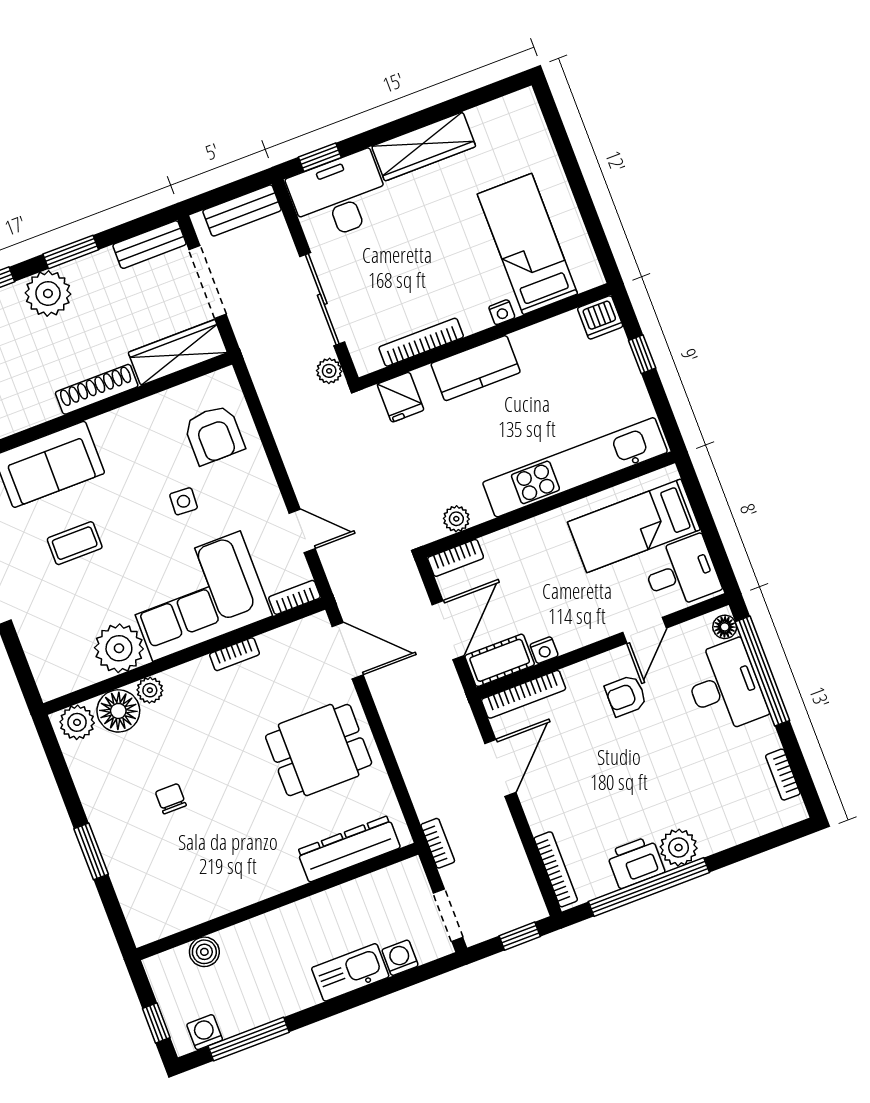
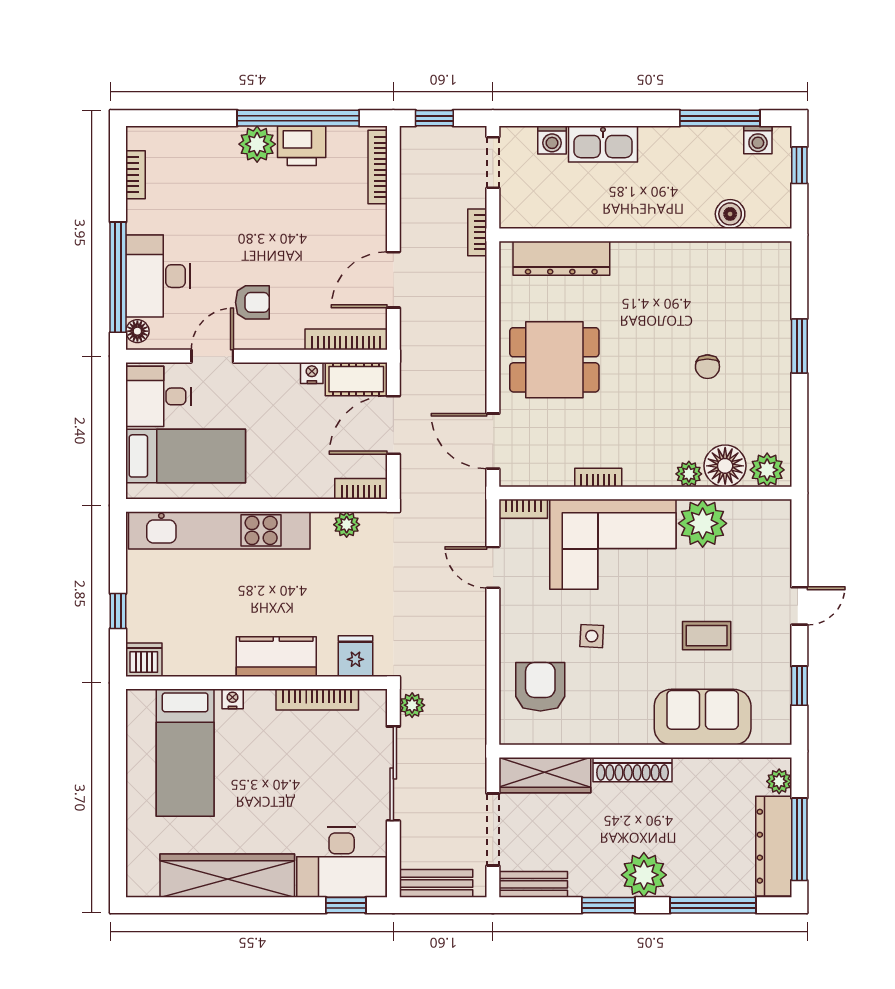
wardrobe: (424, 146) -> (227, 876), width x1.40, depth x1.17

